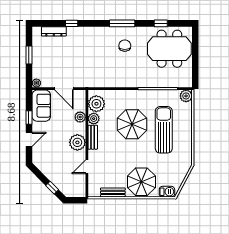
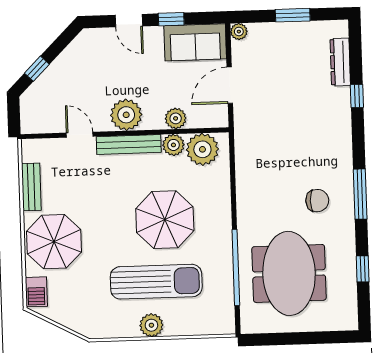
meeting table: (169, 49) -> (289, 273), moved
plant: (186, 96) -> (151, 325), moved
bench: (93, 137) -> (129, 144), width x1.36

